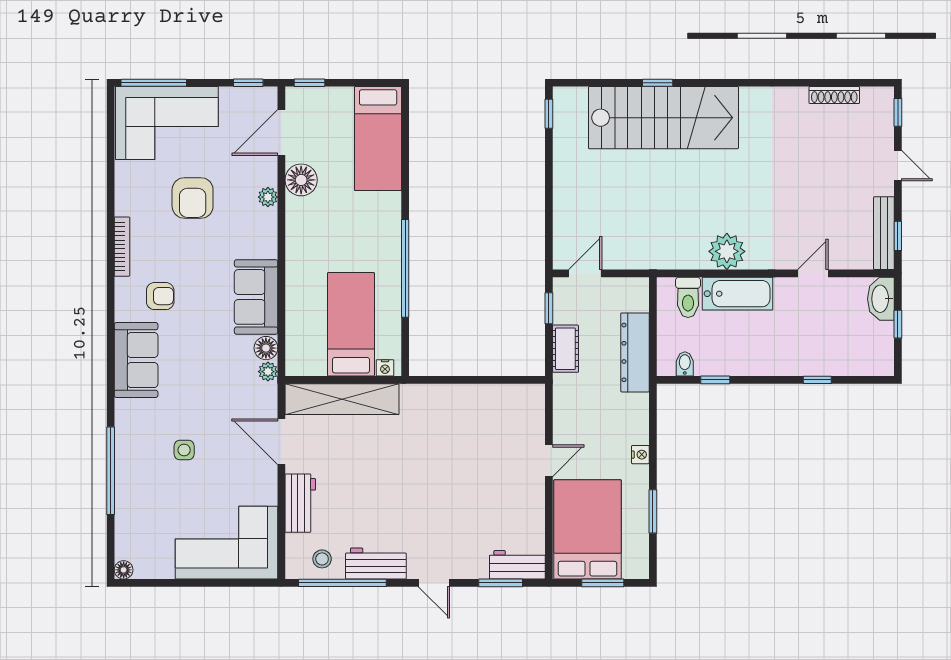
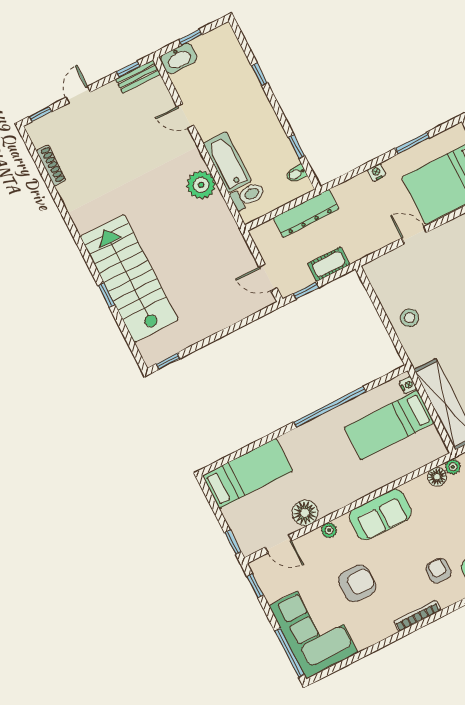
door: (281, 132) -> (278, 544), width x0.73
bench: (884, 233) -> (138, 77), width x0.73
sofa: (256, 297) -> (380, 515), moved
stool: (459, 408) -> (410, 318), added

